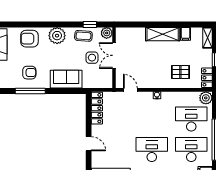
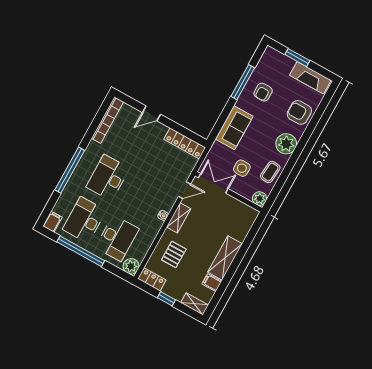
window: (90, 24) -> (279, 186), removed
armchair: (29, 39) -> (299, 112), turned -90
double door: (114, 55) -> (213, 183), moved
shelving: (152, 83) -> (179, 218), added
desk: (152, 149) -> (108, 178), turned 180
desk: (191, 149) -> (84, 220), turned 180

